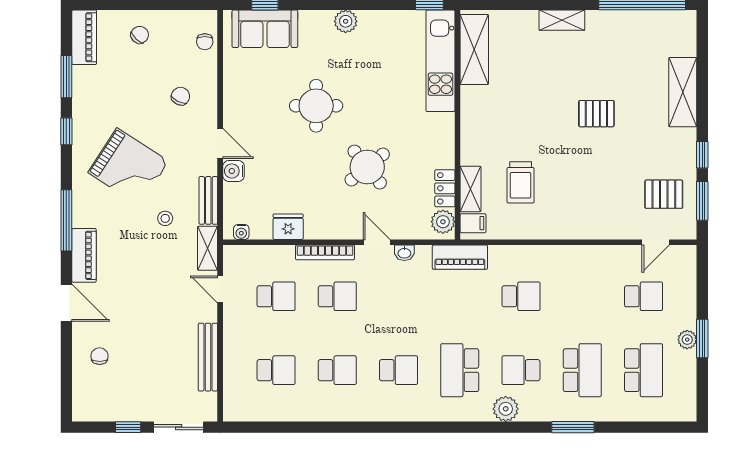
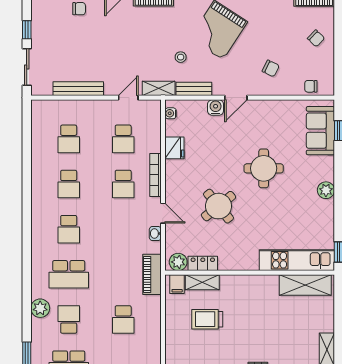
door: (377, 242) -> (163, 213), hinge flipped
school desk: (460, 370) -> (69, 274), turned 180

